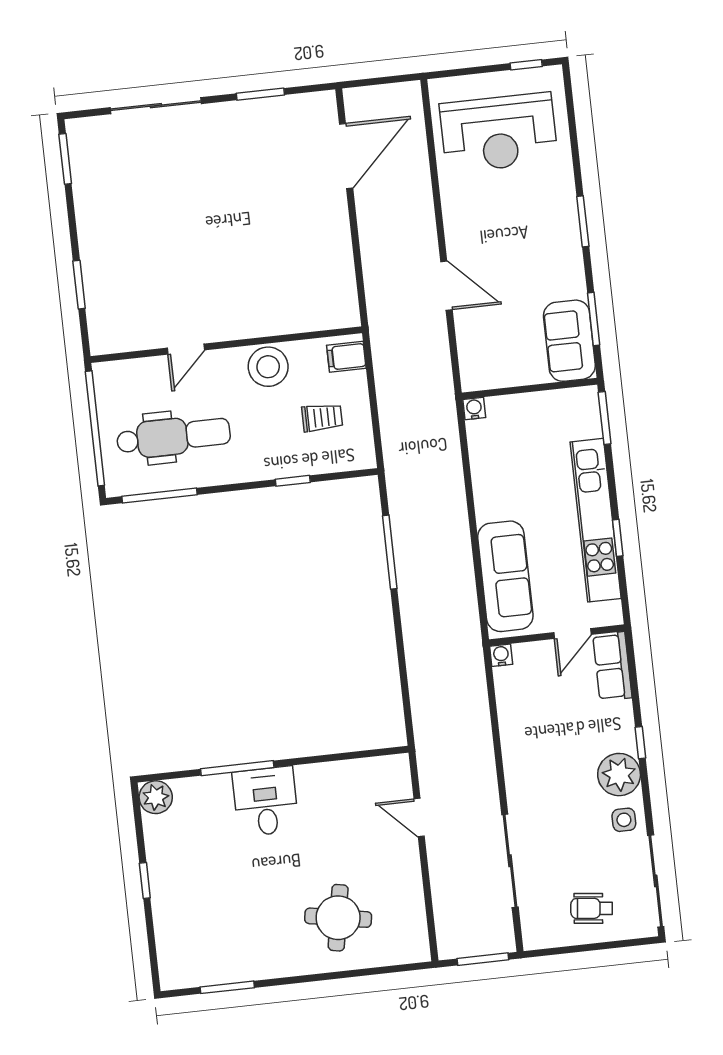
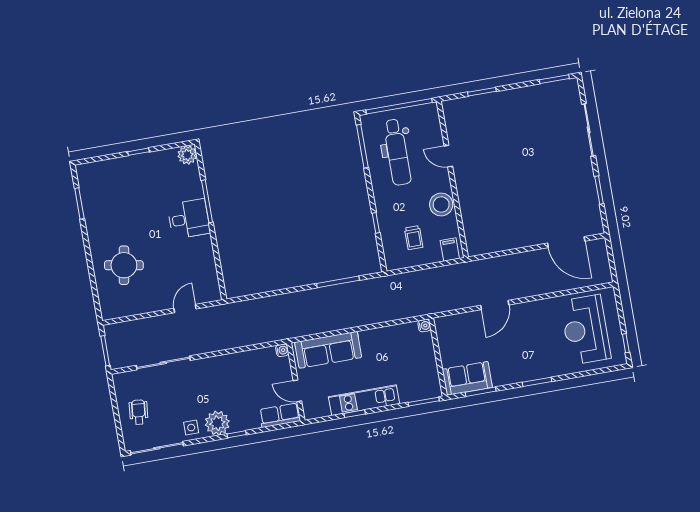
kitchen unit: (596, 520) -> (364, 400), width x0.73

